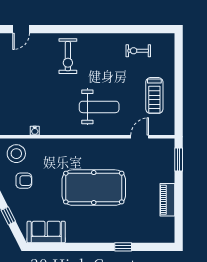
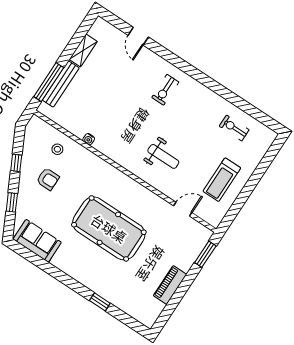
door: (21, 29) -> (138, 36), hinge flipped
exercise bike: (68, 56) -> (165, 90), width x0.73, depth x0.72
weight bench: (99, 107) -> (163, 156), width x0.73, depth x0.75
stool: (16, 154) -> (57, 149), width x0.53, depth x0.53

